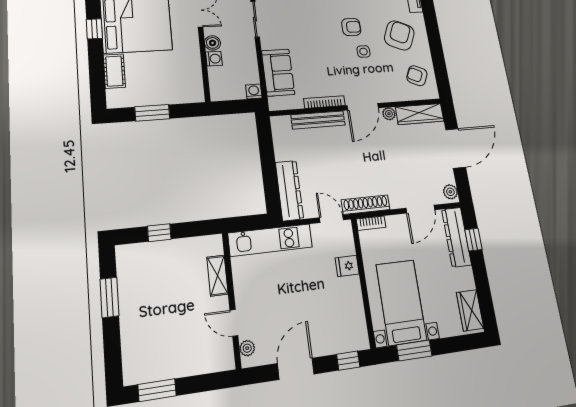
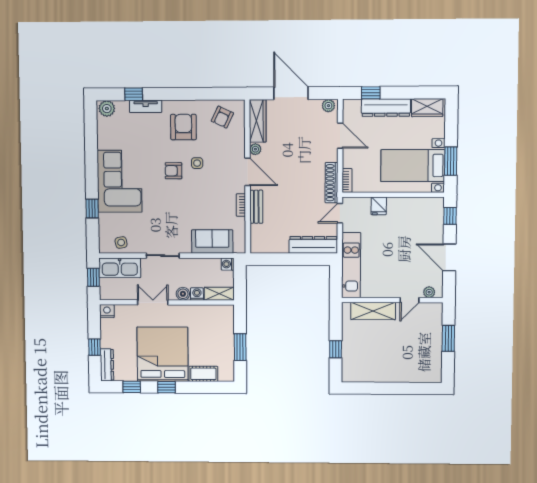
armchair: (351, 27) -> (173, 171), turned -90
armchair: (399, 35) -> (183, 127), turned 66
shelving: (217, 84) -> (219, 294), added
bookcase: (324, 102) -> (241, 205), width x0.64
bench: (318, 120) -> (256, 207), width x0.73
dresser: (456, 237) -> (386, 108), moved
shelving: (218, 276) -> (373, 311), width x1.50, depth x1.33
window: (109, 297) -> (379, 388), removed
window: (157, 390) -> (448, 338), moved

